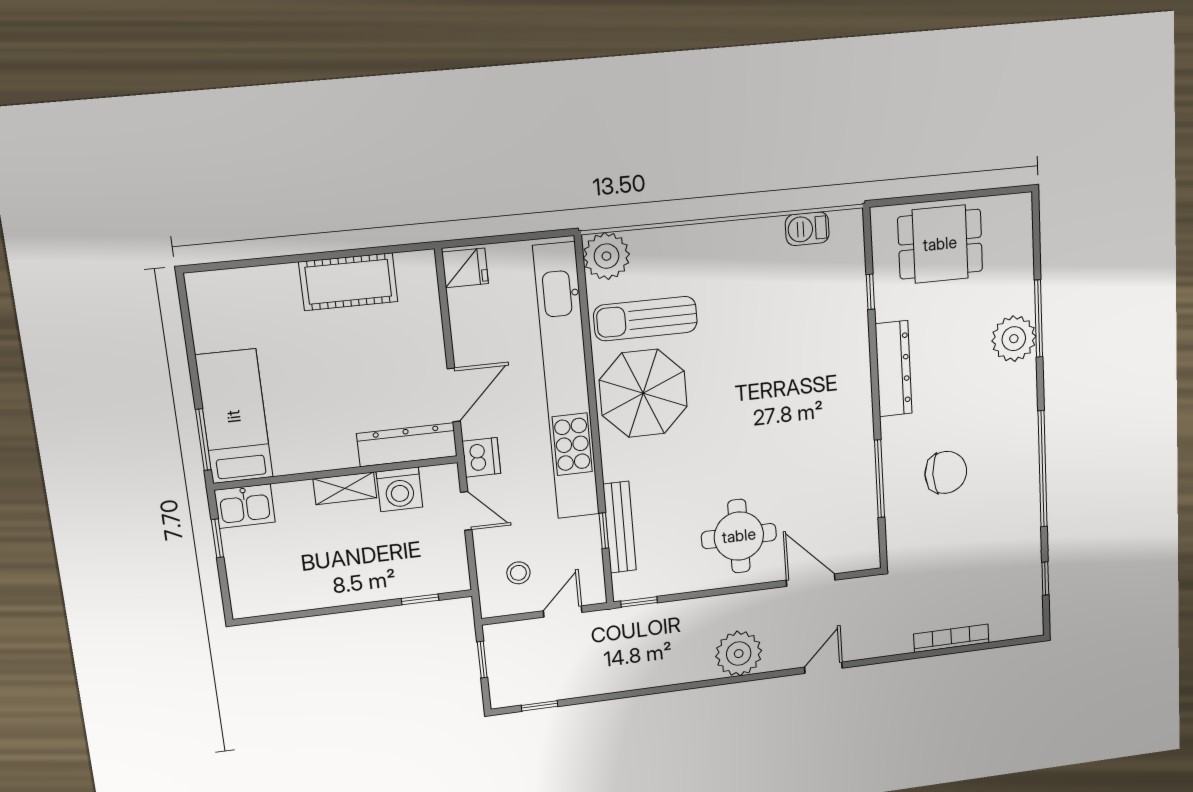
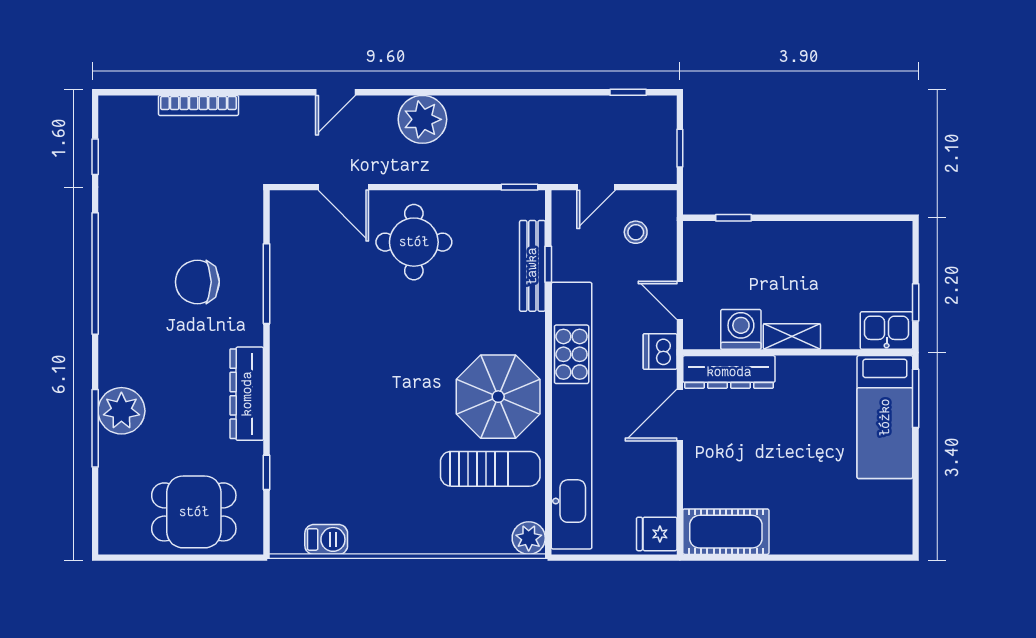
plant: (606, 256) -> (529, 538), width x0.73, depth x0.73
cot: (348, 282) -> (726, 532), moved

